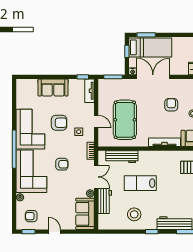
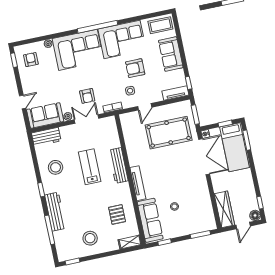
coffee table: (25, 91) -> (160, 25), added
armchair: (171, 105) -> (179, 182), removed
pool table: (125, 120) -> (169, 133), moved
armchair: (59, 123) -> (135, 68), turned 90
workbench: (122, 157) -> (118, 165), moved
armchair: (62, 164) -> (87, 96), moved
double door: (96, 177) -> (86, 119), swing flipped
workbench: (105, 201) -> (46, 137), moved
door: (54, 232) -> (23, 102), moved

